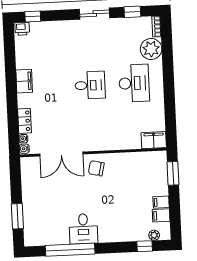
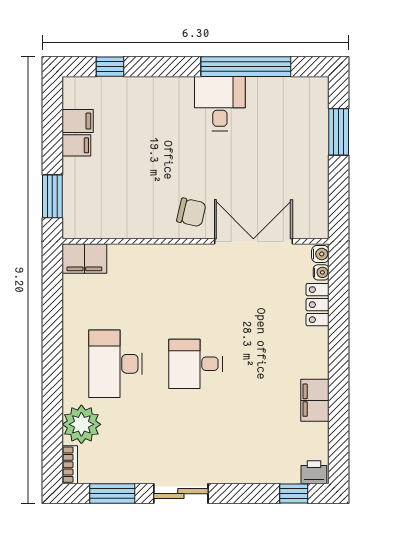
window: (132, 12) -> (112, 494), width x1.50
filing cabinet: (24, 81) -> (315, 400), moved
plant: (154, 235) -> (92, 86), removed

